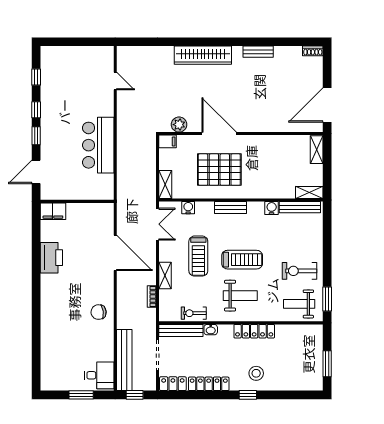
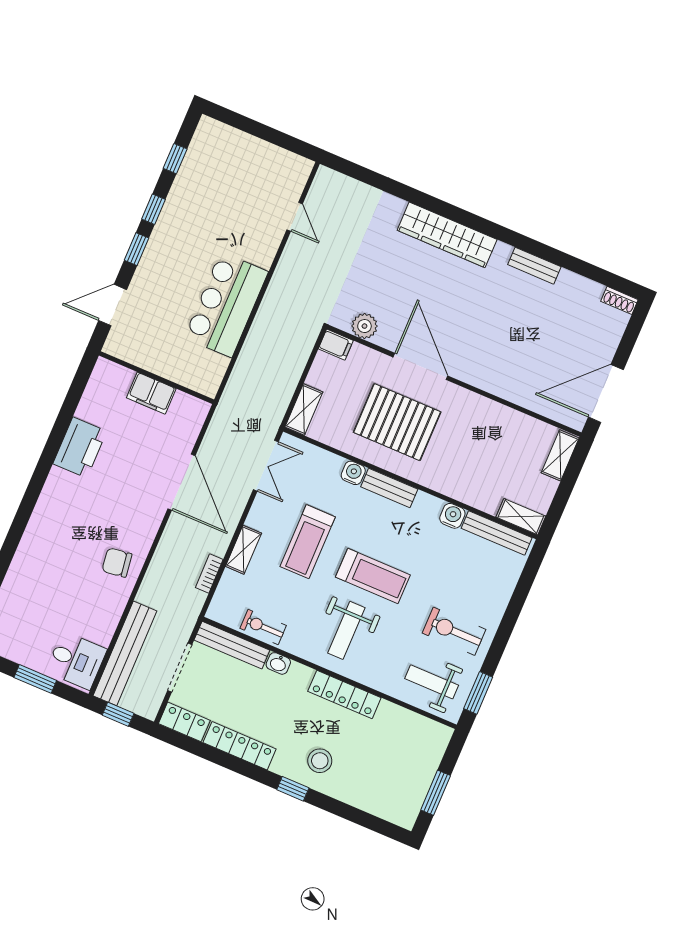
water cooler: (188, 208) -> (353, 473), moved
filing cabinet: (53, 211) -> (151, 393), moved
weight bench: (240, 296) -> (346, 630), turned 90

